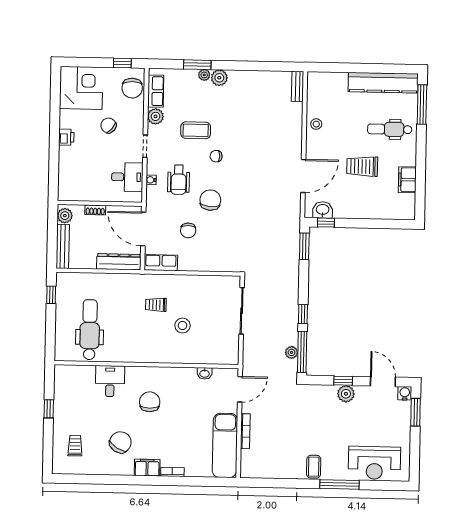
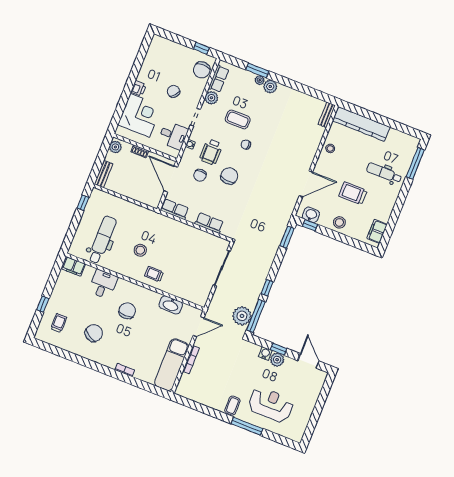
kitchen counter: (383, 83) -> (361, 124), moved
corner desk: (81, 88) -> (140, 115), moved
filing cabinet: (407, 180) -> (377, 231), moved
stool: (359, 206) -> (339, 222), added
chair: (188, 230) -> (200, 175), moved
bench: (63, 246) -> (103, 174), width x0.73
dresser: (119, 262) -> (143, 197), removed
row of seats: (207, 264) -> (209, 223), added
trolley: (156, 305) -> (154, 274), moved
stool: (183, 326) -> (140, 250), moved
plant: (291, 352) -> (242, 316), width x1.88, depth x1.88
washbasin: (205, 373) -> (171, 305), width x1.91, depth x1.45
water cooler: (405, 393) -> (265, 354), moved
window: (49, 409) -> (43, 304), moved
window: (416, 412) -> (324, 393), removed
reception desk: (374, 463) -> (271, 405), moved, turned 180
filing cabinet: (147, 468) -> (74, 266), moved, turned 180

